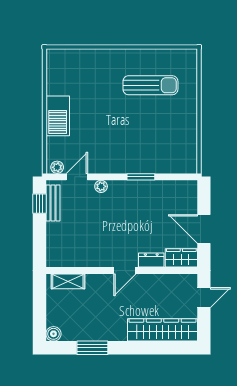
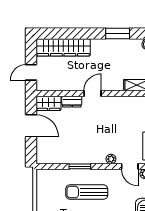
sun lounger: (132, 144) -> (87, 192), added
door: (77, 177) -> (130, 166), hinge flipped

